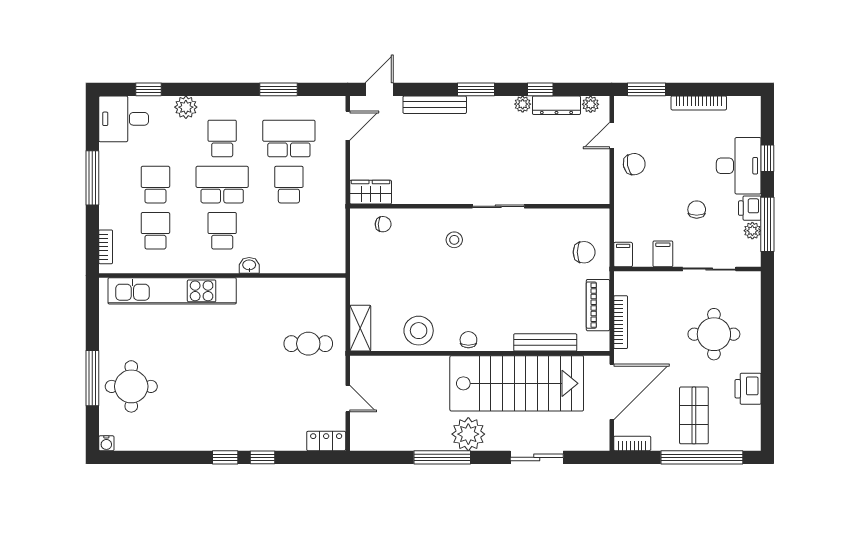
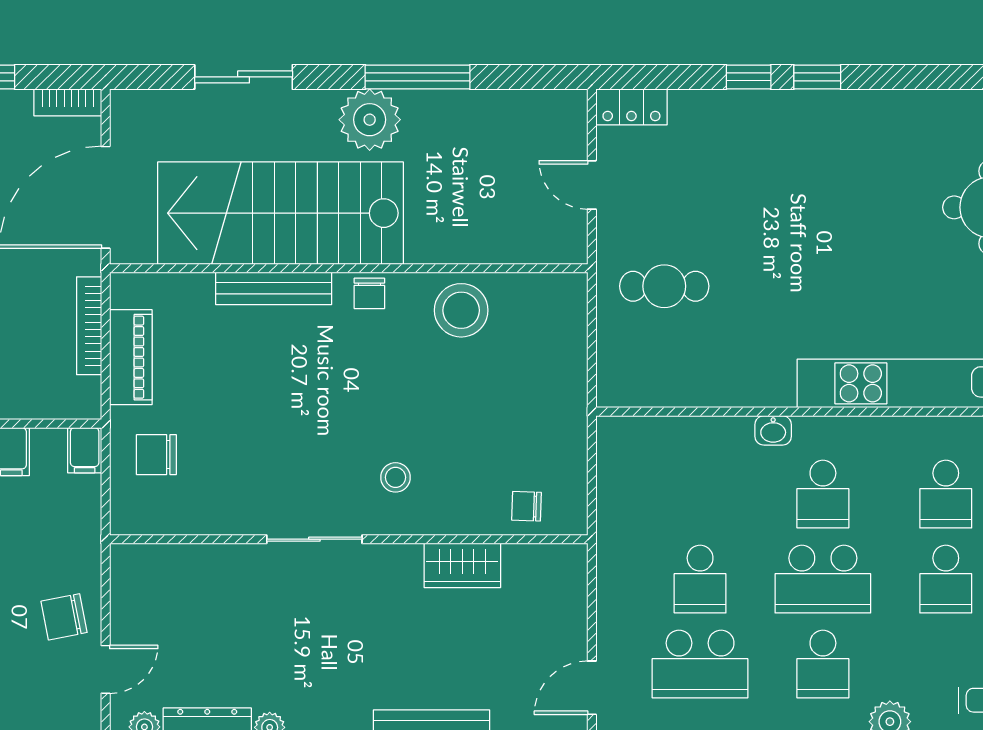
wardrobe: (371, 192) -> (462, 565), moved
shelving: (360, 328) -> (569, 315), removed
bench: (545, 342) -> (274, 288), moved

